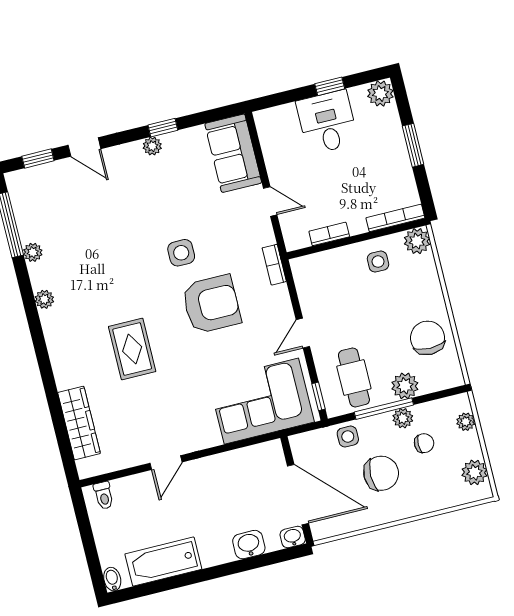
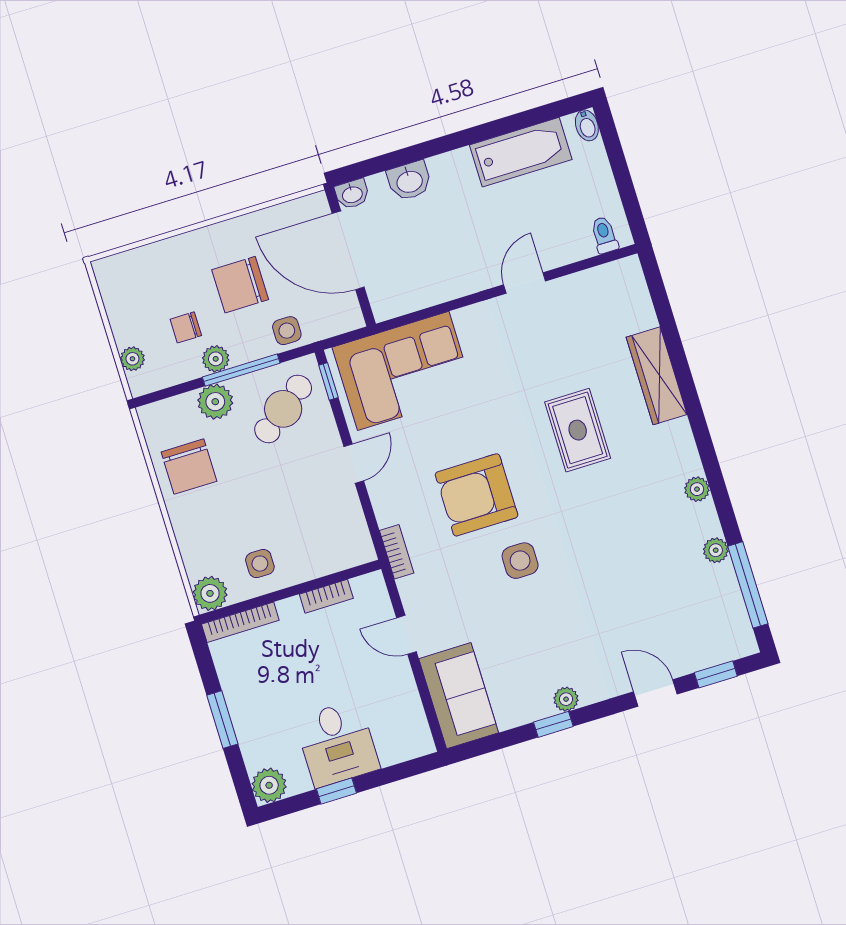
cafe table: (354, 377) -> (283, 409), turned 53
wardrobe: (79, 423) -> (657, 376), moved
plant: (474, 472) -> (117, 293), removed

